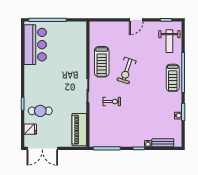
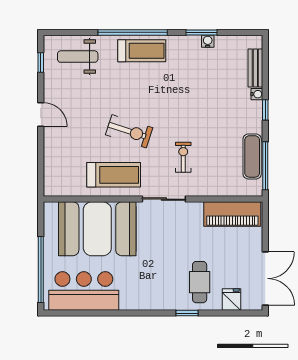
weight bench: (169, 41) -> (78, 57), turned 180
booth: (71, 52) -> (97, 229), added
exercise mat: (112, 141) -> (252, 156), added

